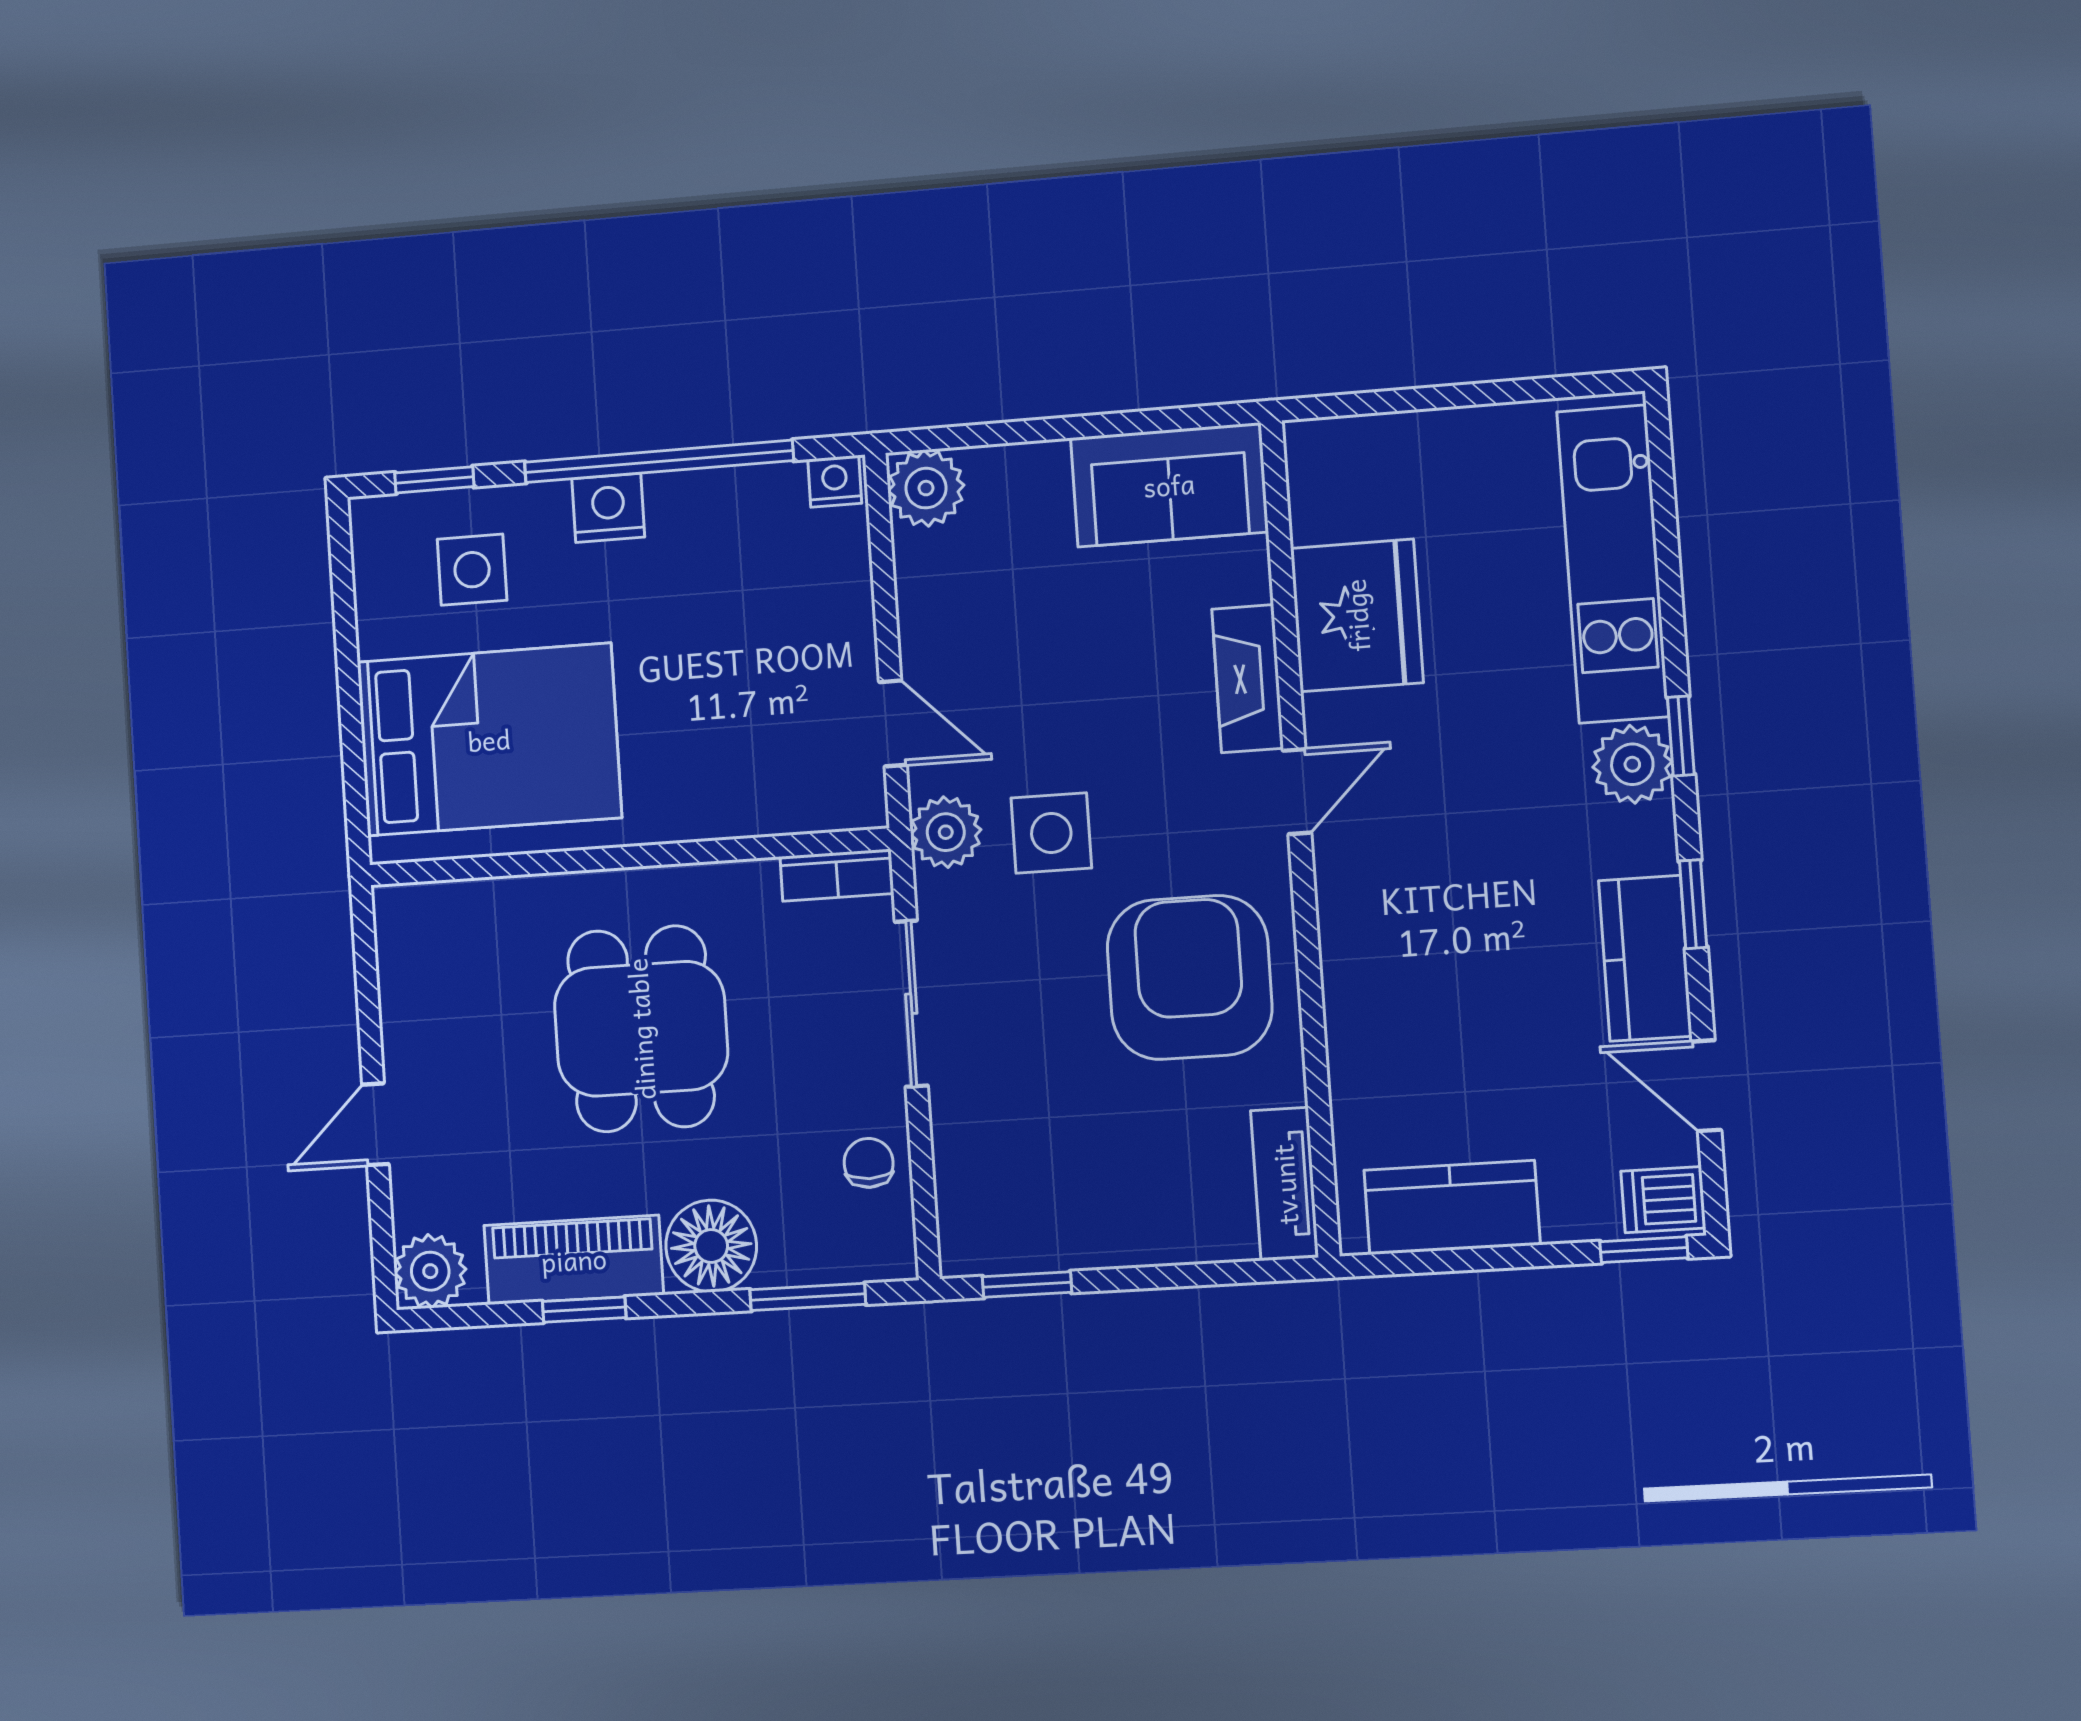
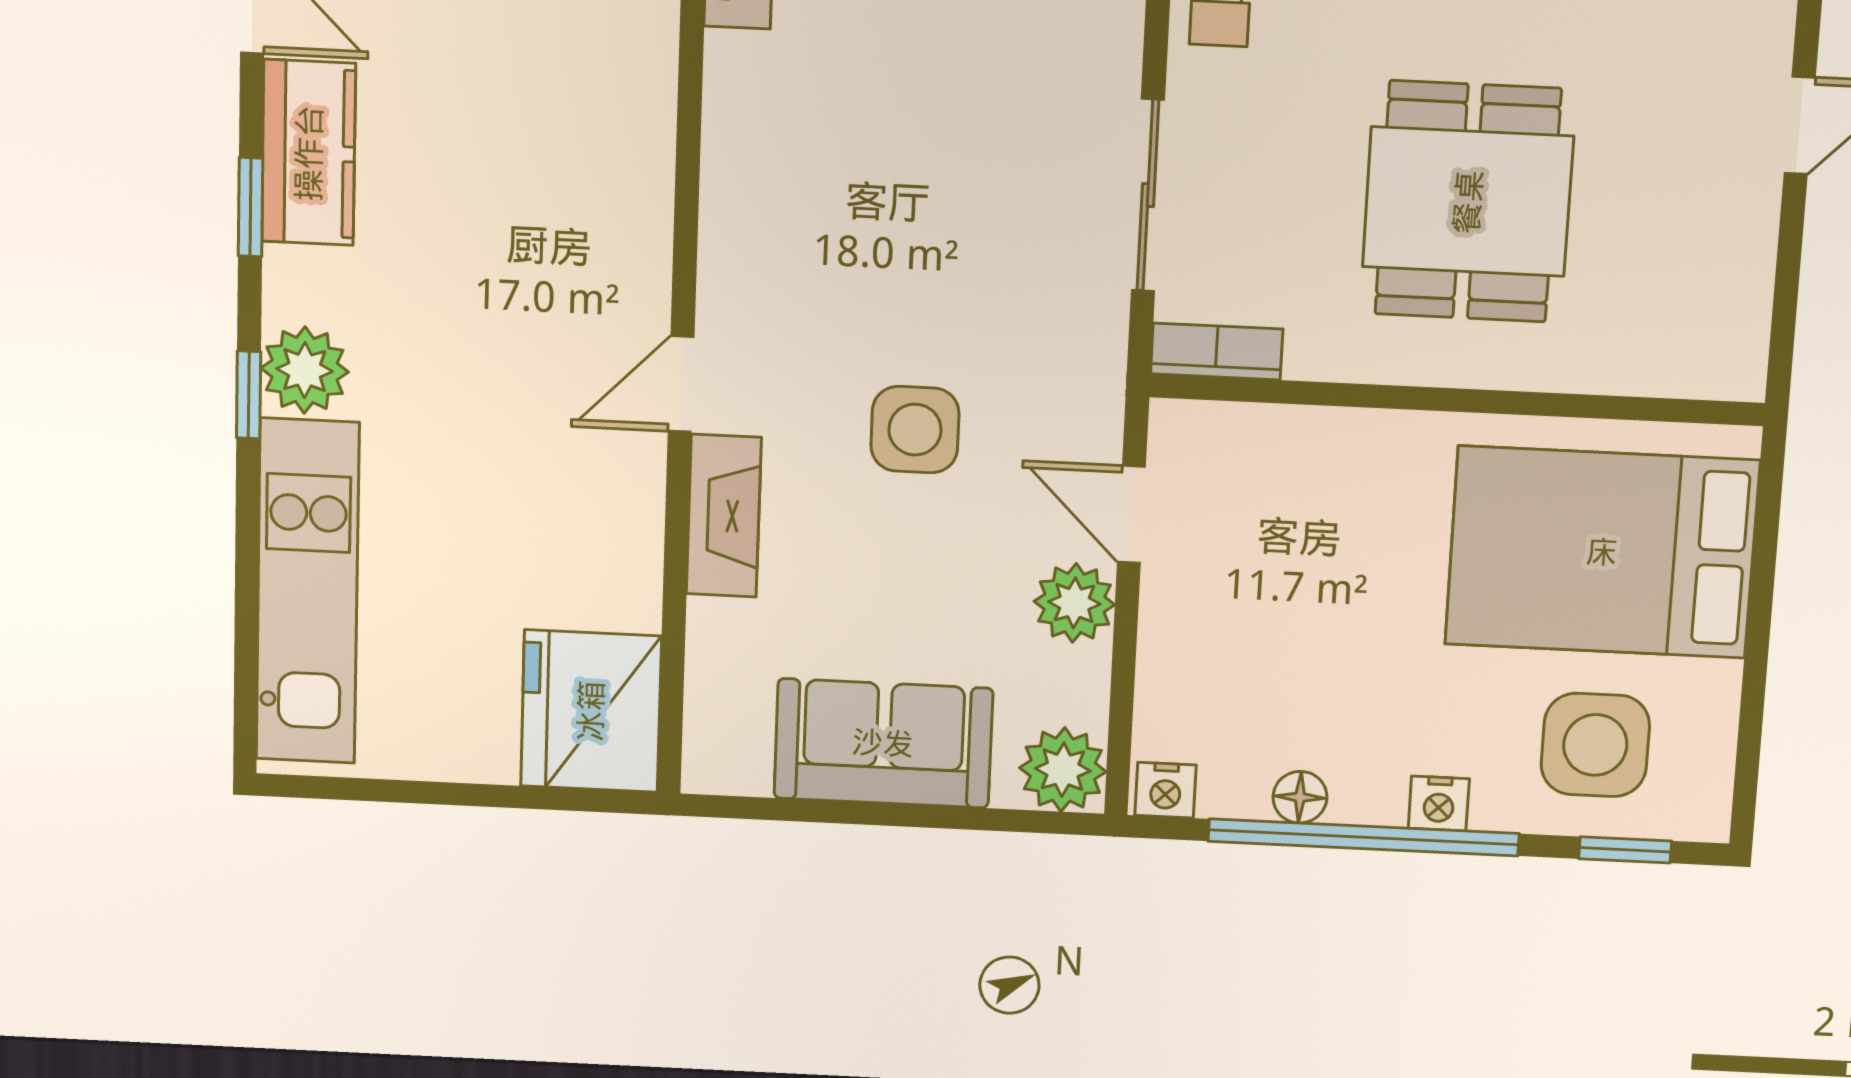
sofa: (1169, 485) -> (883, 743), moved
floor lamp: (718, 490) -> (1300, 797), added
nightstand: (608, 508) -> (1439, 804), width x0.72, depth x0.74
side table: (472, 570) -> (1595, 745), width x1.37, depth x1.37
fridge: (1357, 615) -> (591, 711), moved
plant: (946, 832) -> (1074, 603), moved
side table: (1051, 833) -> (915, 430), moved
armchair: (1190, 978) -> (824, 189), removed

